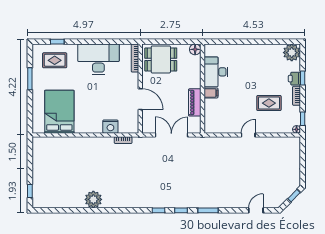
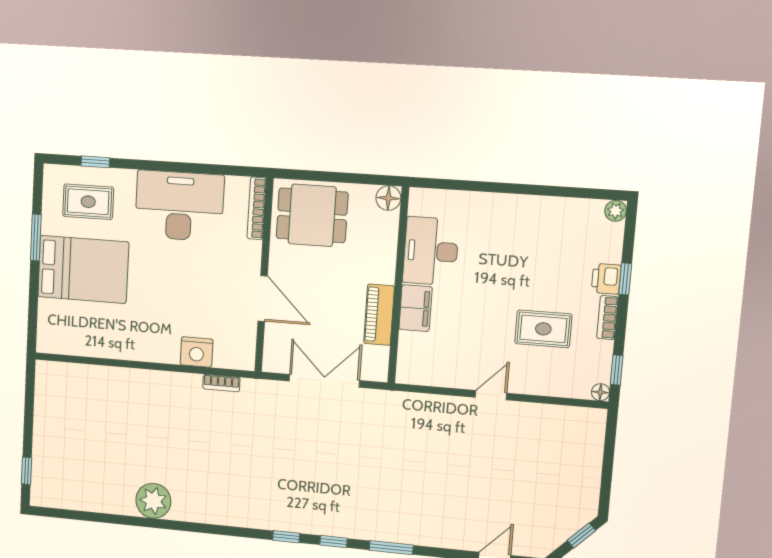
plant: (292, 53) -> (616, 211), width x0.53, depth x0.53
filing cabinet: (211, 93) -> (416, 308), width x2.00
bed: (59, 112) -> (83, 269), moved, turned 90

